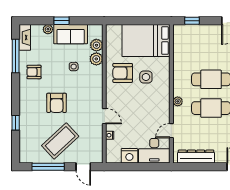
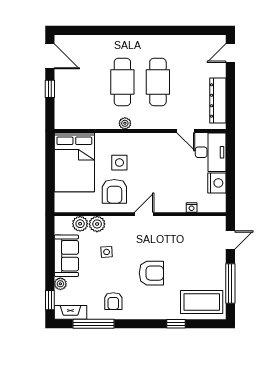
window: (62, 21) -> (50, 300), moved
window: (192, 21) -> (50, 89), moved
plant: (178, 101) -> (125, 123), moved
door: (104, 116) -> (144, 214), moved
coffee table: (60, 141) -> (202, 302), moved, turned -47

